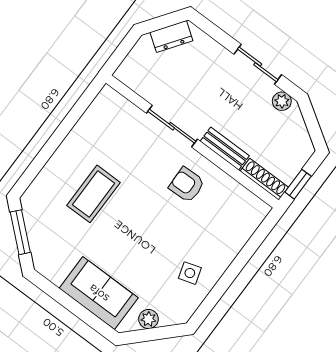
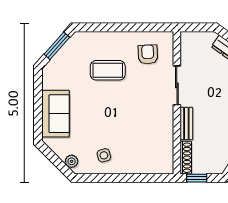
armchair: (187, 185) -> (148, 54), moved
plant: (148, 319) -> (72, 161), moved

